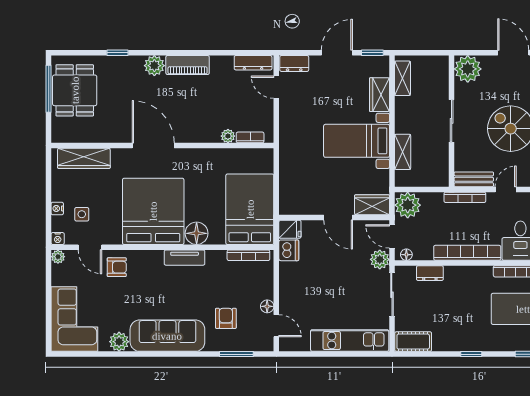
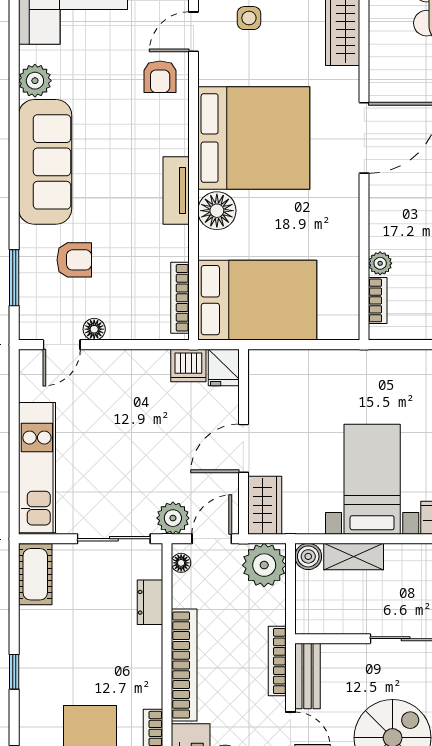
boiler: (403, 179) -> (308, 556), added

